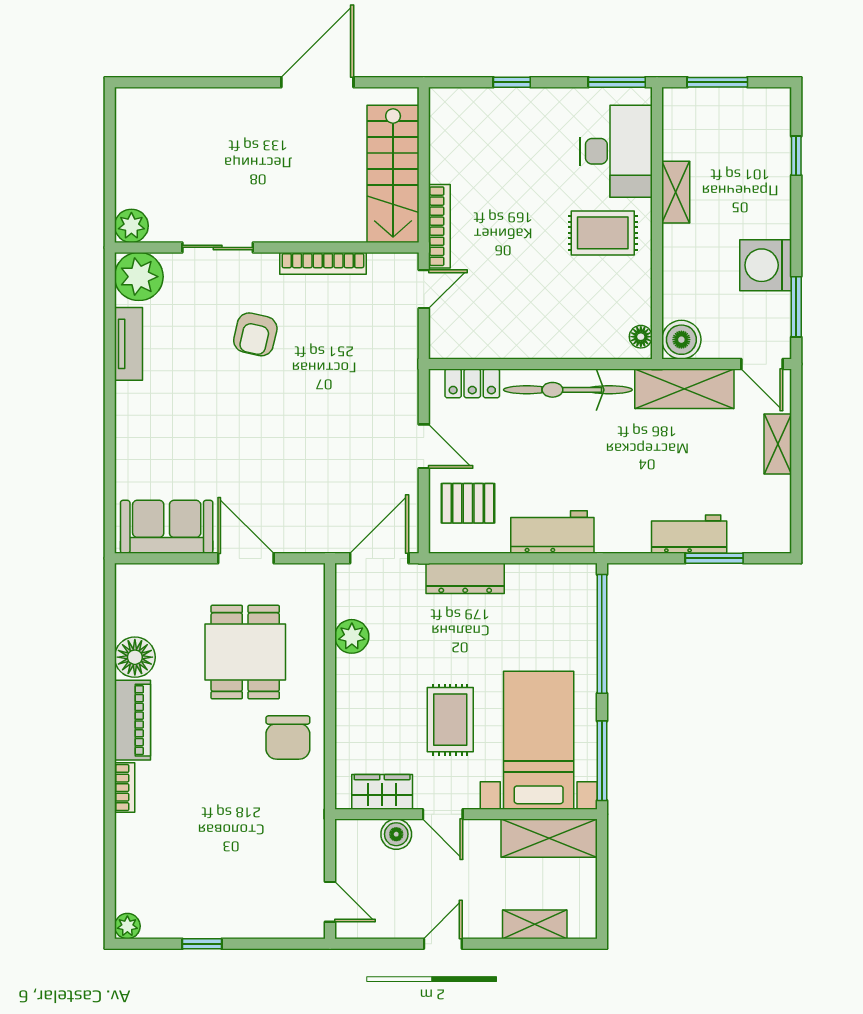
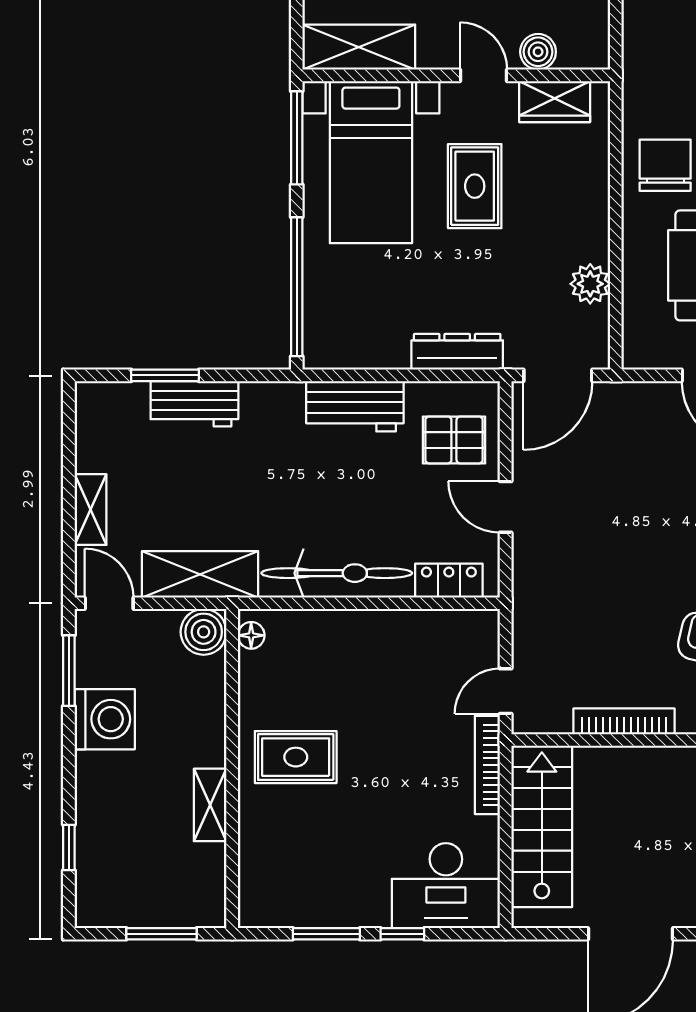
window: (617, 82) -> (326, 934), moved
desk: (616, 151) -> (446, 886), moved, turned -90

